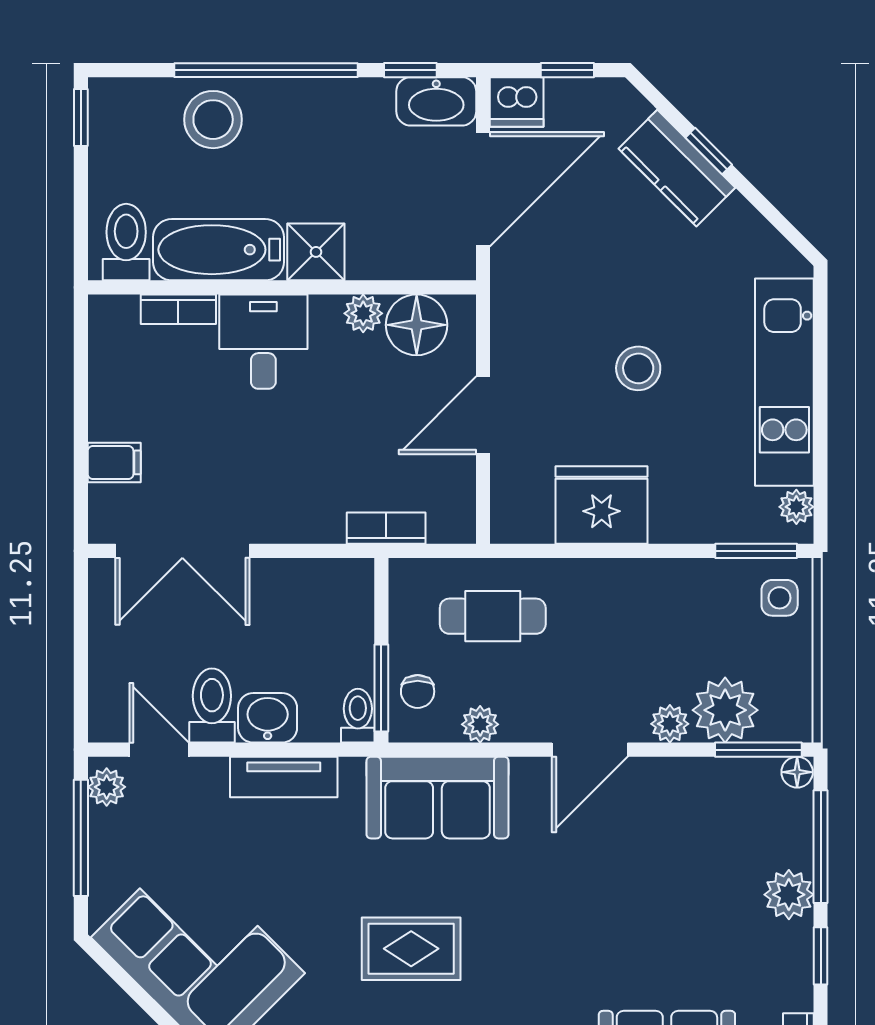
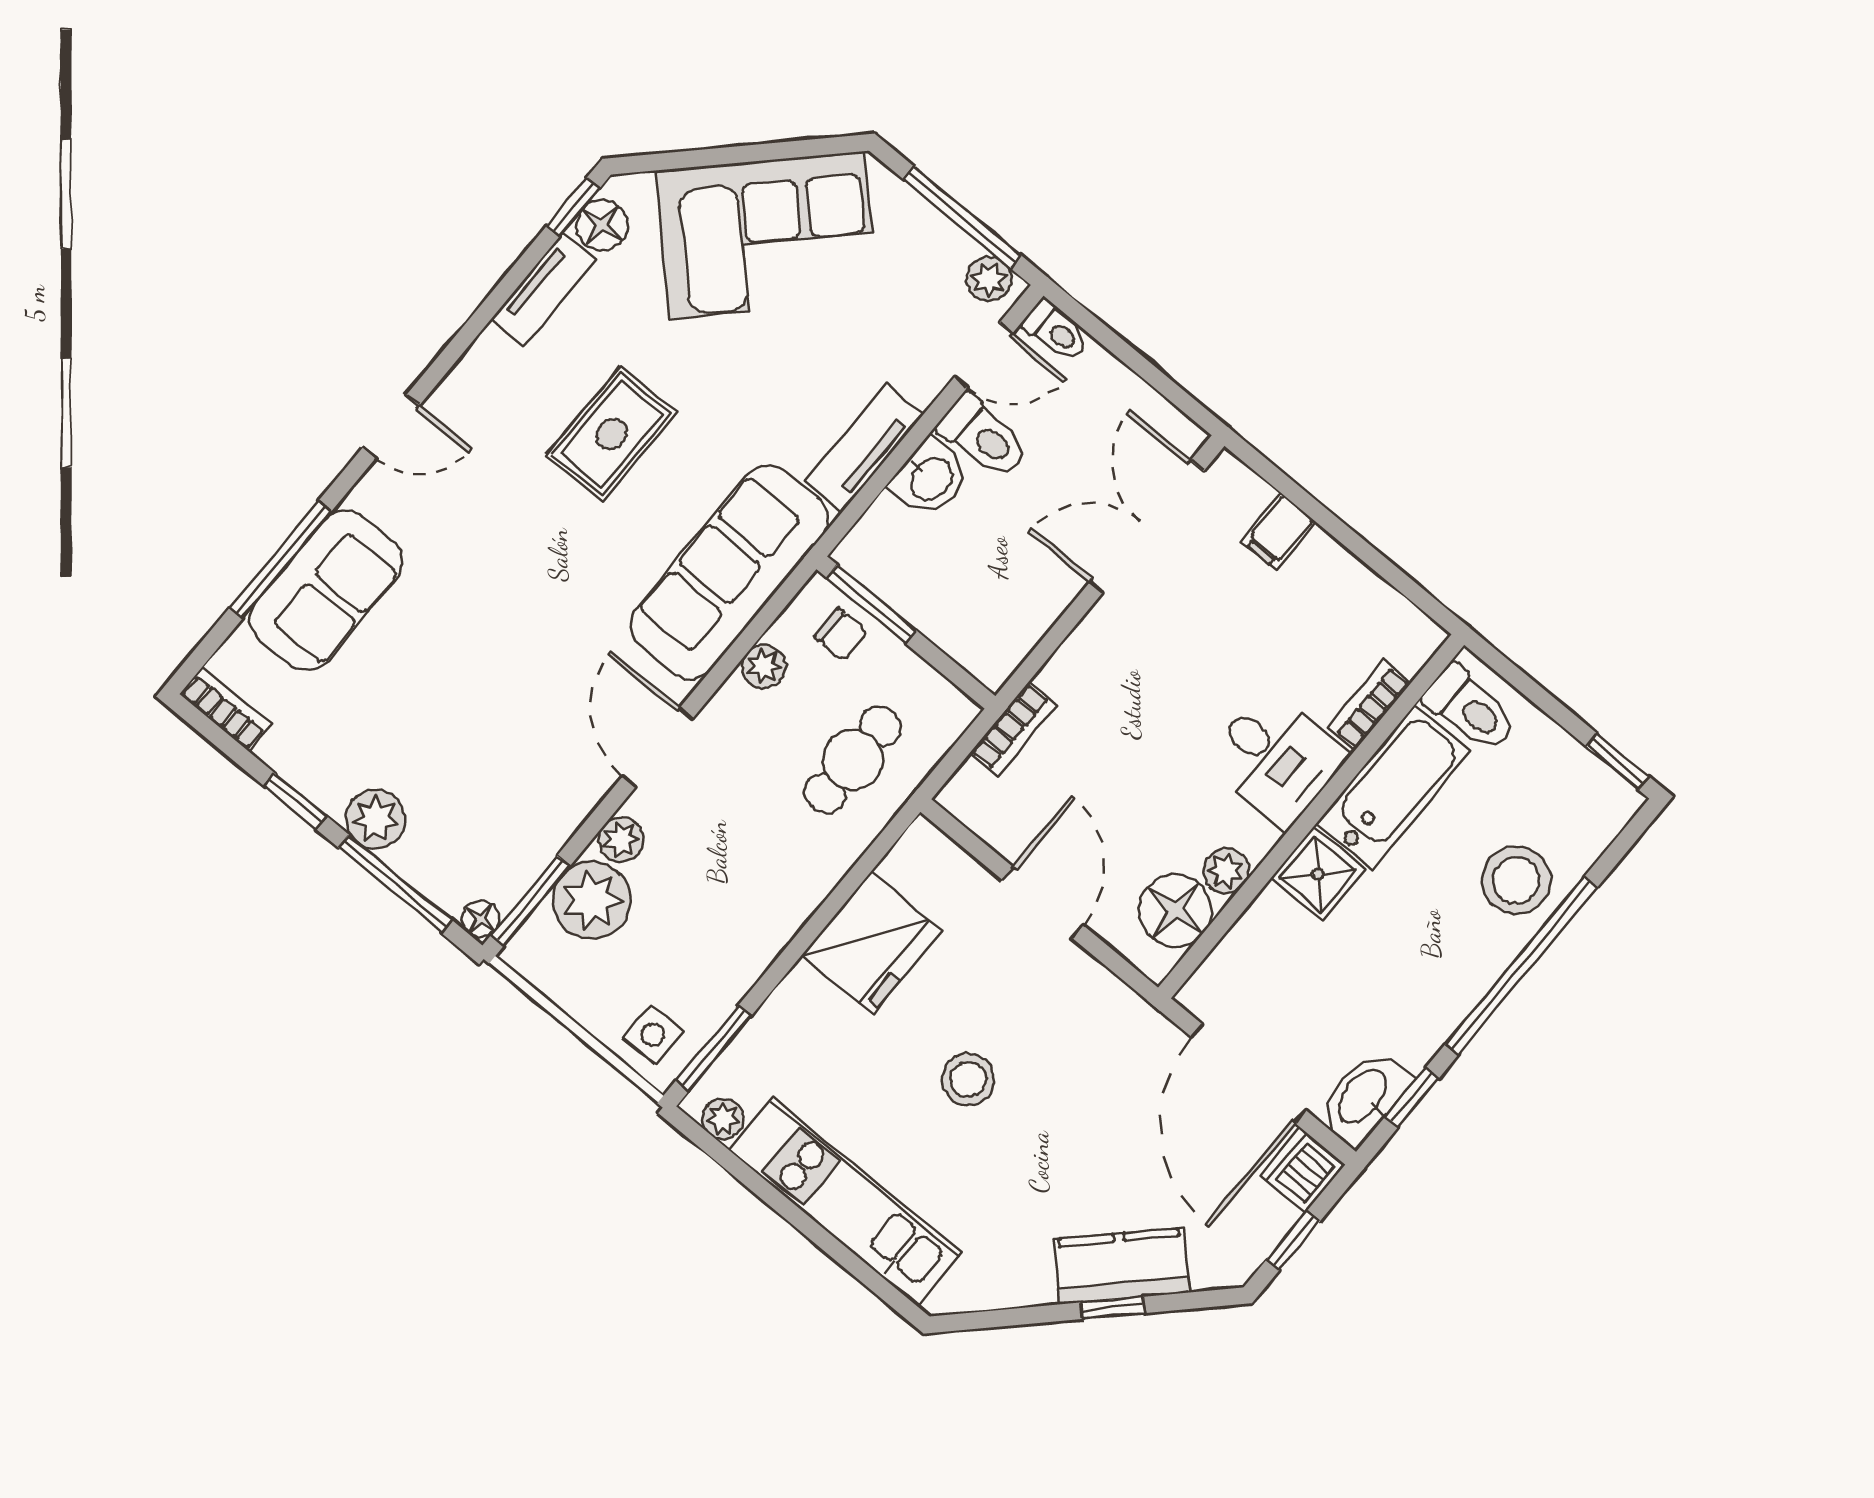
chair: (418, 691) -> (841, 634), turned 180
toilet: (358, 716) -> (1056, 331), moved
sofa: (437, 798) -> (729, 572), width x1.36

